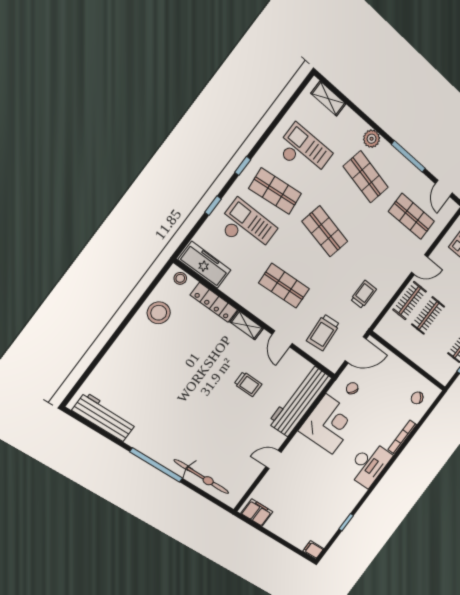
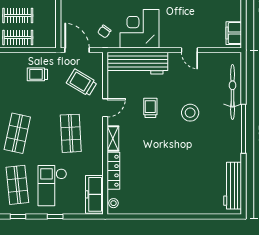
stool: (159, 313) -> (190, 113), moved
trolley: (323, 332) -> (82, 83), turned -145

